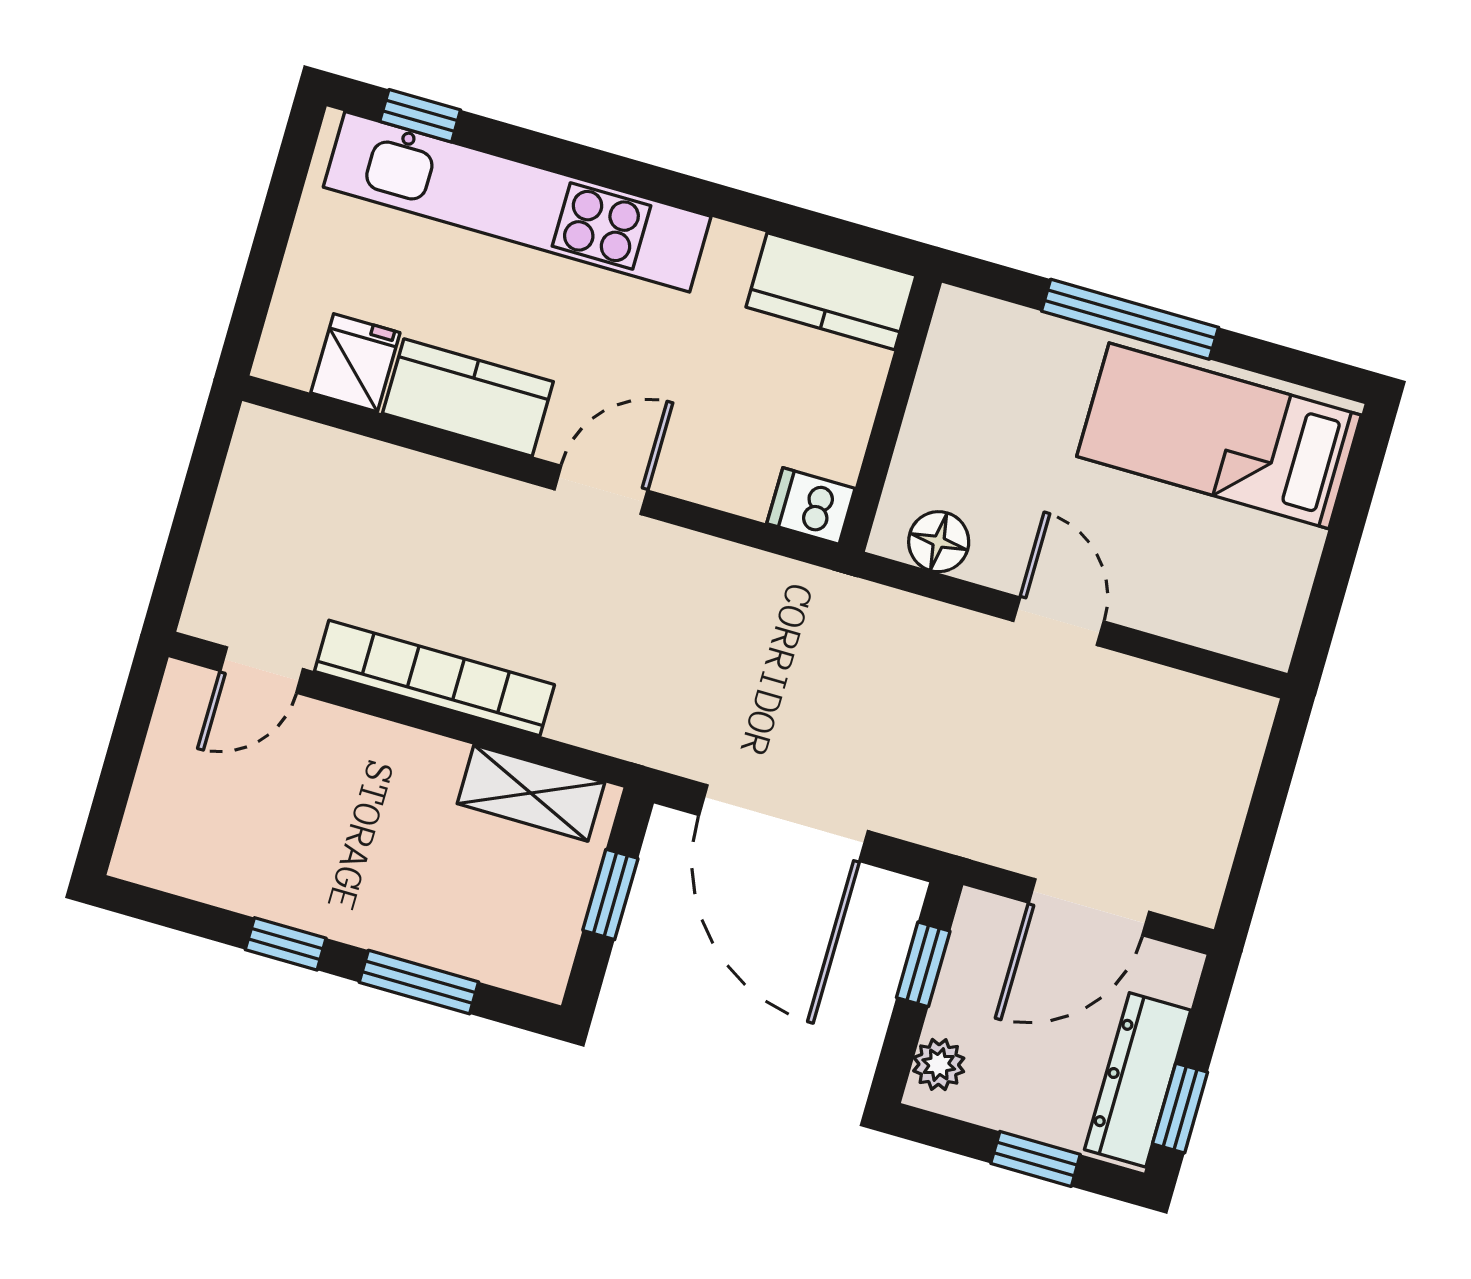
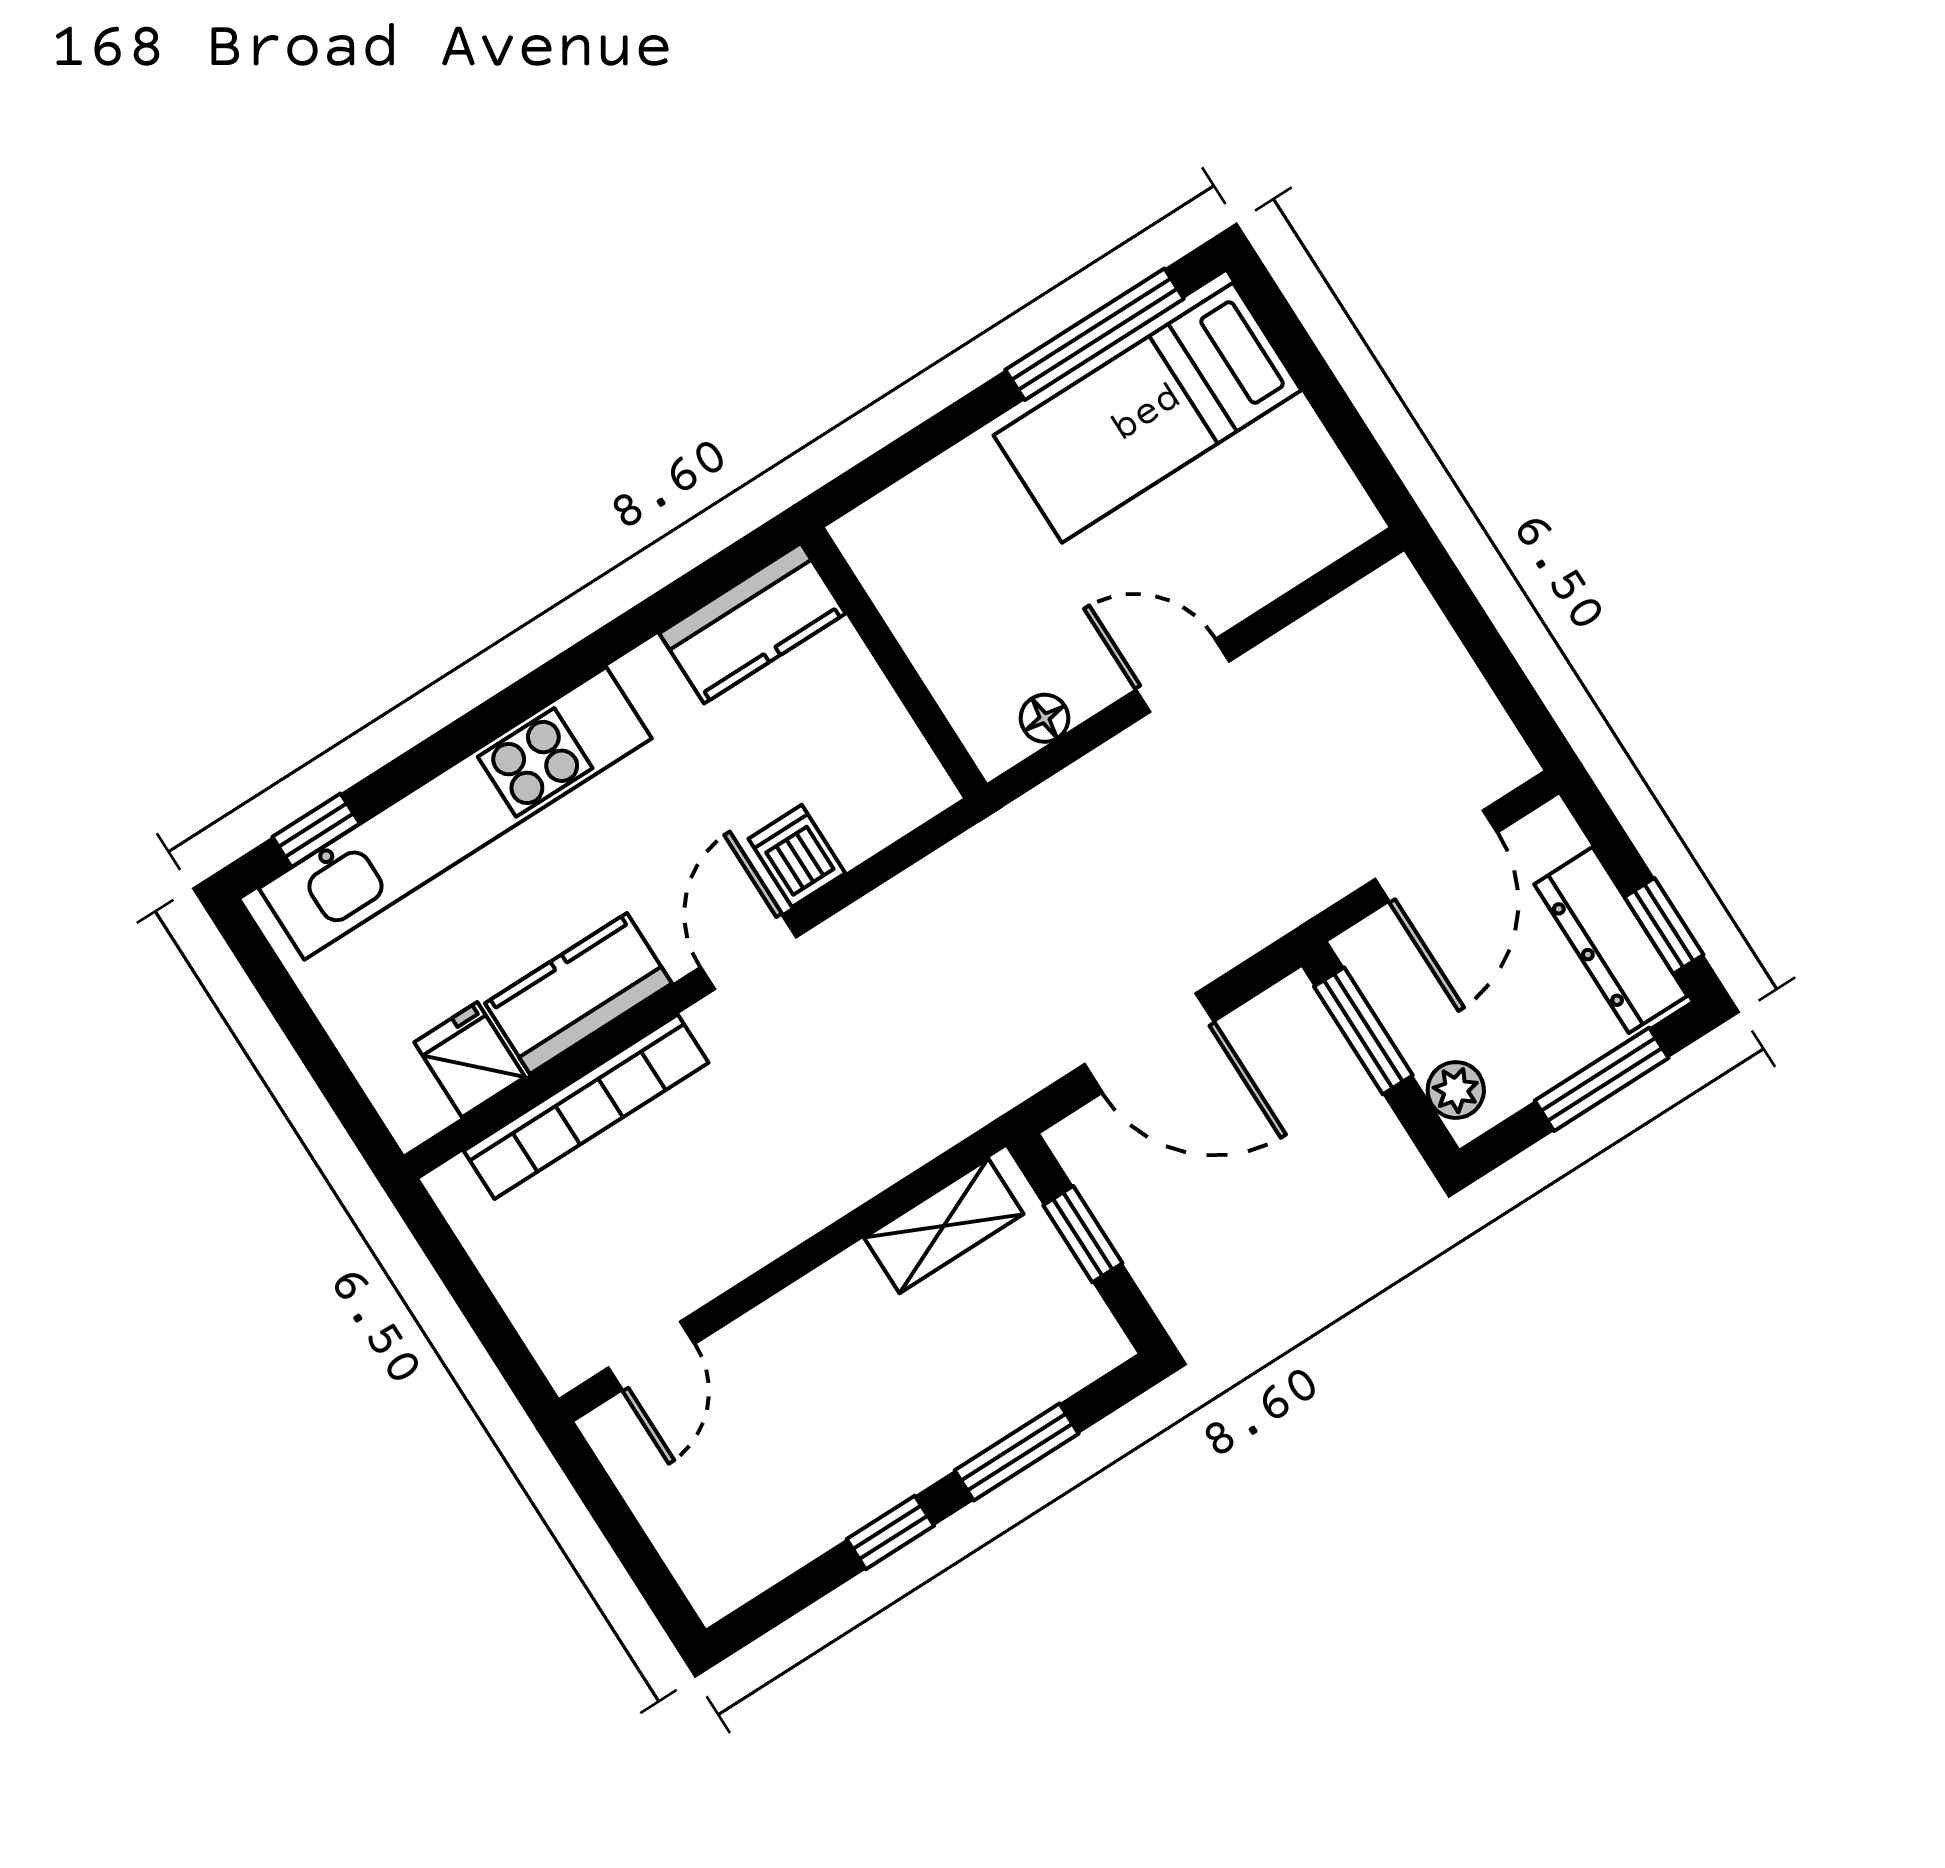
window: (1130, 319) -> (1095, 334), moved
dishwasher: (811, 506) -> (797, 856), moved, turned 90
floor lamp: (939, 542) -> (1045, 718), width x0.73, depth x0.73
bookcase: (434, 678) -> (586, 1107), moved, turned 180
door: (783, 823) -> (1149, 1043), width x0.73
window: (923, 964) -> (1363, 1031), width x1.50
window: (1036, 1159) -> (1602, 1079), width x1.50

